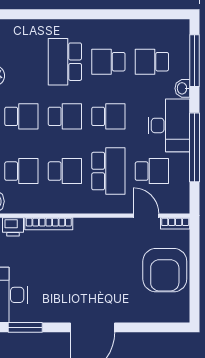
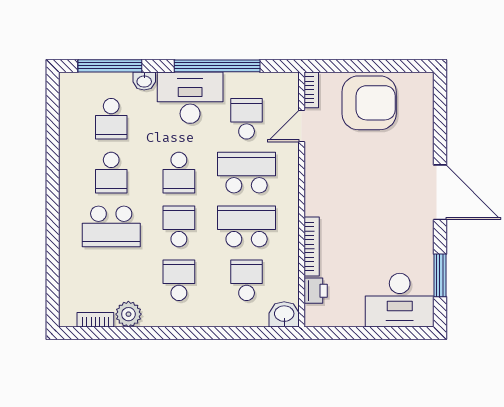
school desk: (108, 116) -> (179, 173), turned 180
school desk: (65, 171) -> (247, 226), width x1.85

